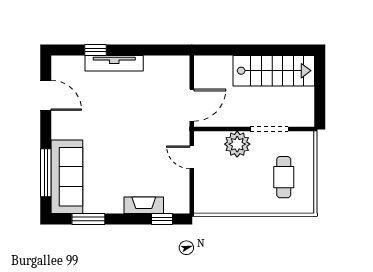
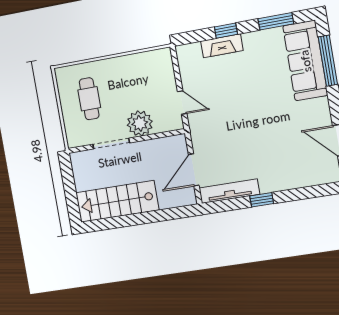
window: (95, 50) -> (262, 200), moved
tv unit: (114, 63) -> (229, 191), moved
door: (192, 105) -> (194, 170), moved
window: (162, 219) -> (226, 31), moved

